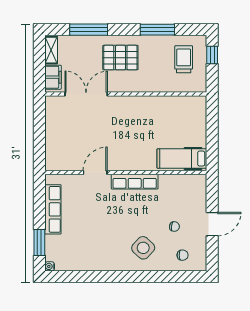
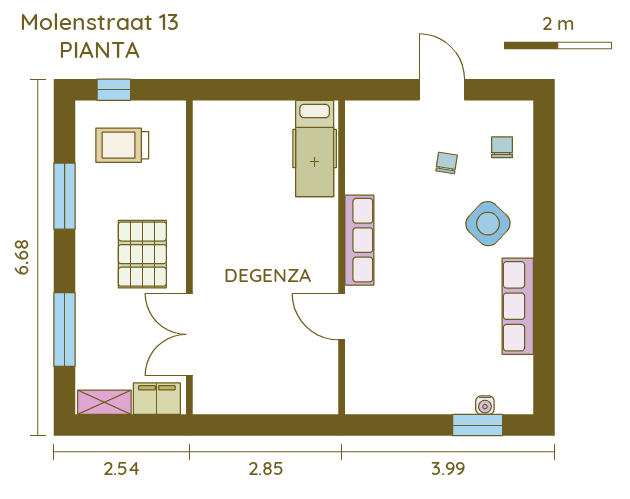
pallet: (120, 58) -> (142, 254), moved
row of seats: (53, 209) -> (518, 306), moved, turned -90
water cooler: (50, 266) -> (485, 405), moved

